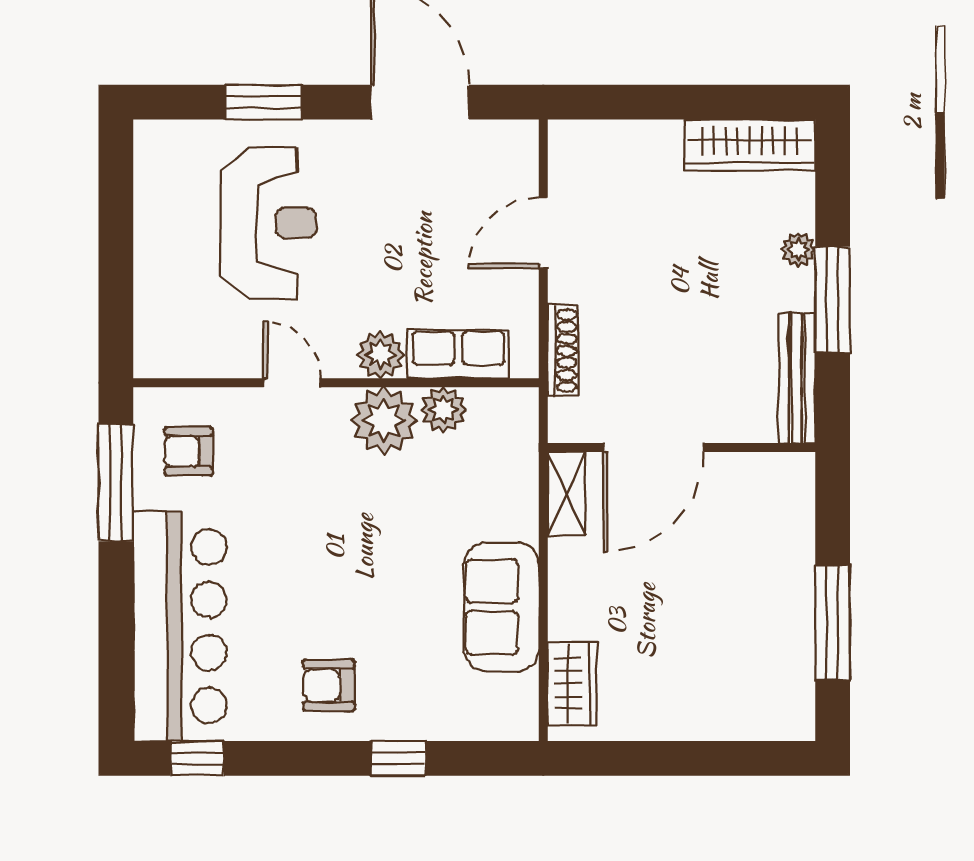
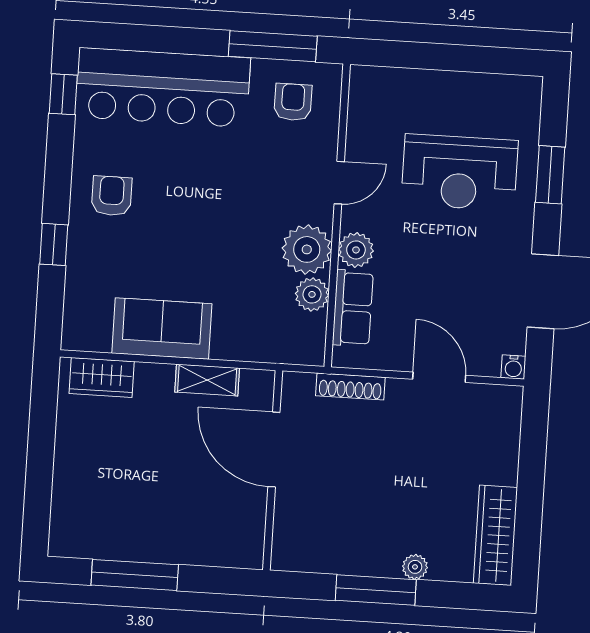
water cooler: (523, 135) -> (513, 367), added
bench: (797, 378) -> (319, 560), removed
shelving: (566, 494) -> (207, 380), moved

